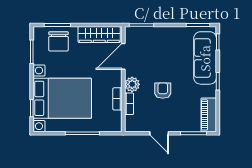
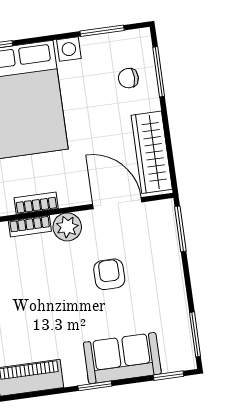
chair: (59, 41) -> (128, 78), width x0.54, depth x0.54
sofa: (205, 58) -> (122, 358), width x0.73
armchair: (163, 91) -> (109, 274), moved, turned -90

